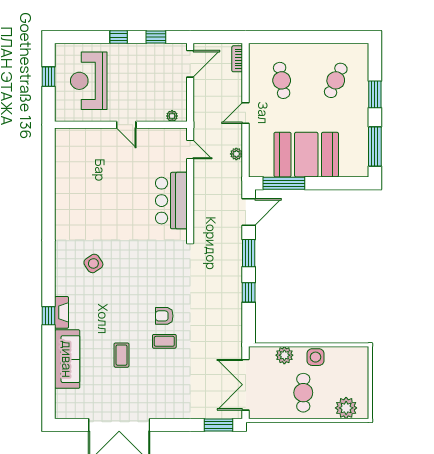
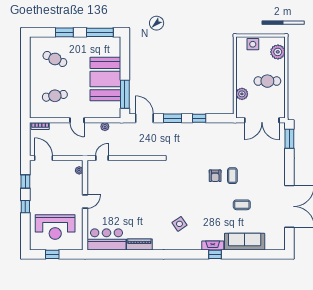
bar counter: (171, 201) -> (107, 239), moved, turned 180
piano: (63, 205) -> (139, 245), added
side table: (315, 357) -> (253, 44), moved

